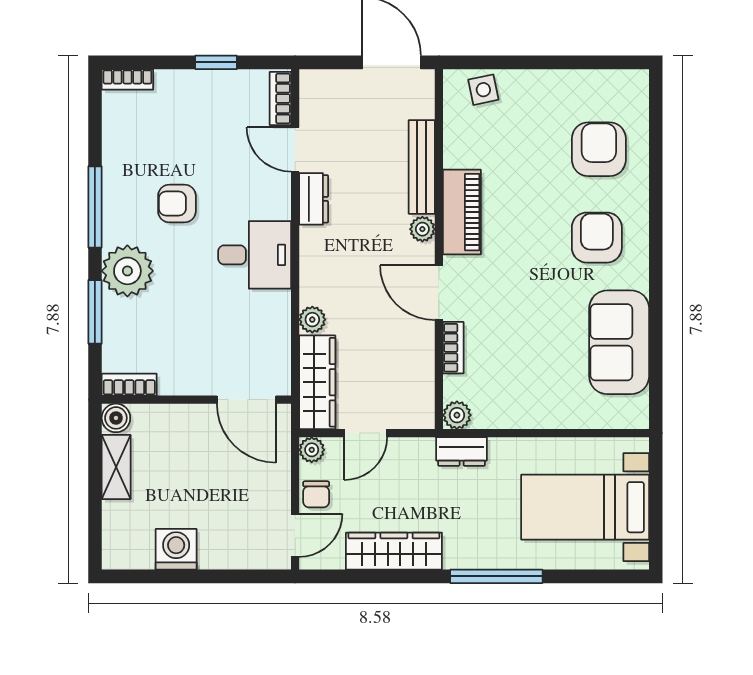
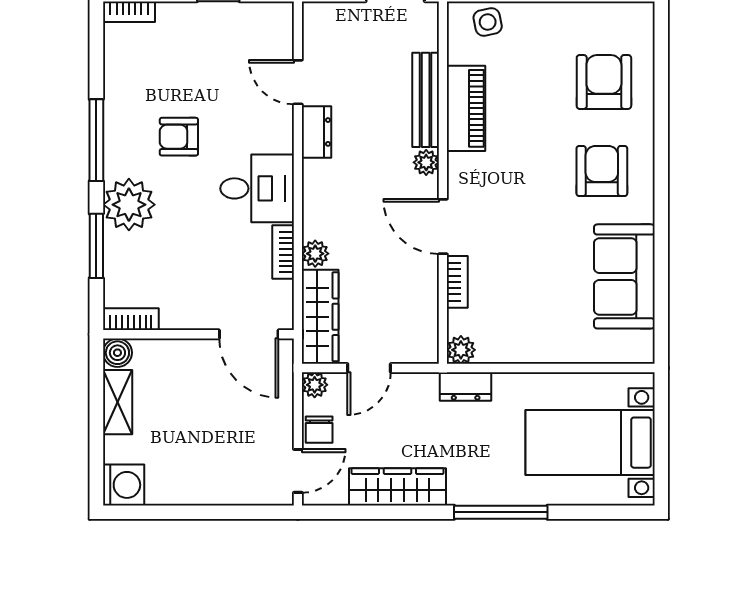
bookcase: (280, 98) -> (283, 252), moved
piano: (462, 212) -> (466, 108), moved
washing machine: (176, 549) -> (124, 485), moved, turned 90

